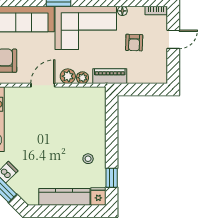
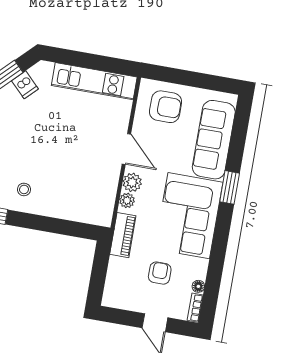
floor lamp: (122, 11) -> (198, 286), moved
armchair: (134, 43) -> (160, 273), turned 88

